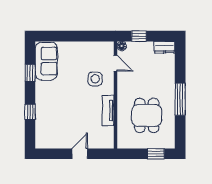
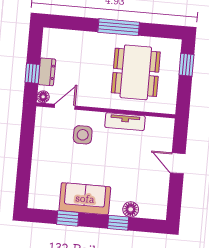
dresser: (165, 47) -> (47, 72), moved
sofa: (46, 61) -> (85, 199), moved
dining table: (147, 115) -> (136, 72), width x1.38
floor lamp: (41, 121) -> (131, 209), added

